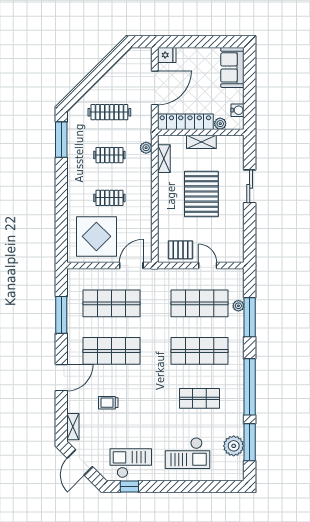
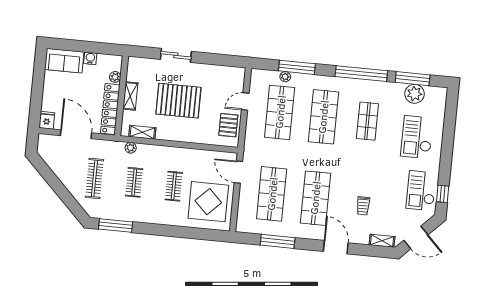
water cooler: (238, 110) -> (90, 58), moved
checkout: (187, 453) -> (417, 137), turned 180

